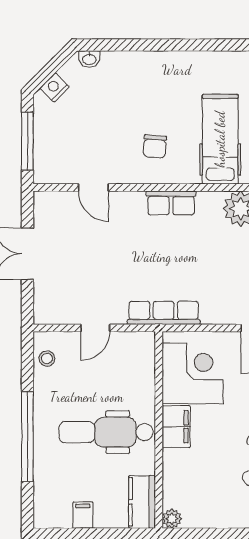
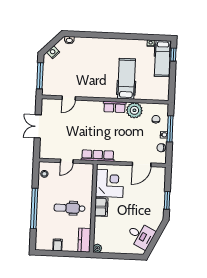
chair: (155, 146) -> (97, 81), removed
door: (93, 188) -> (69, 98), hinge flipped
row of seats: (171, 203) -> (115, 107), moved
dental chair: (106, 432) -> (70, 208), width x0.73, depth x0.72

